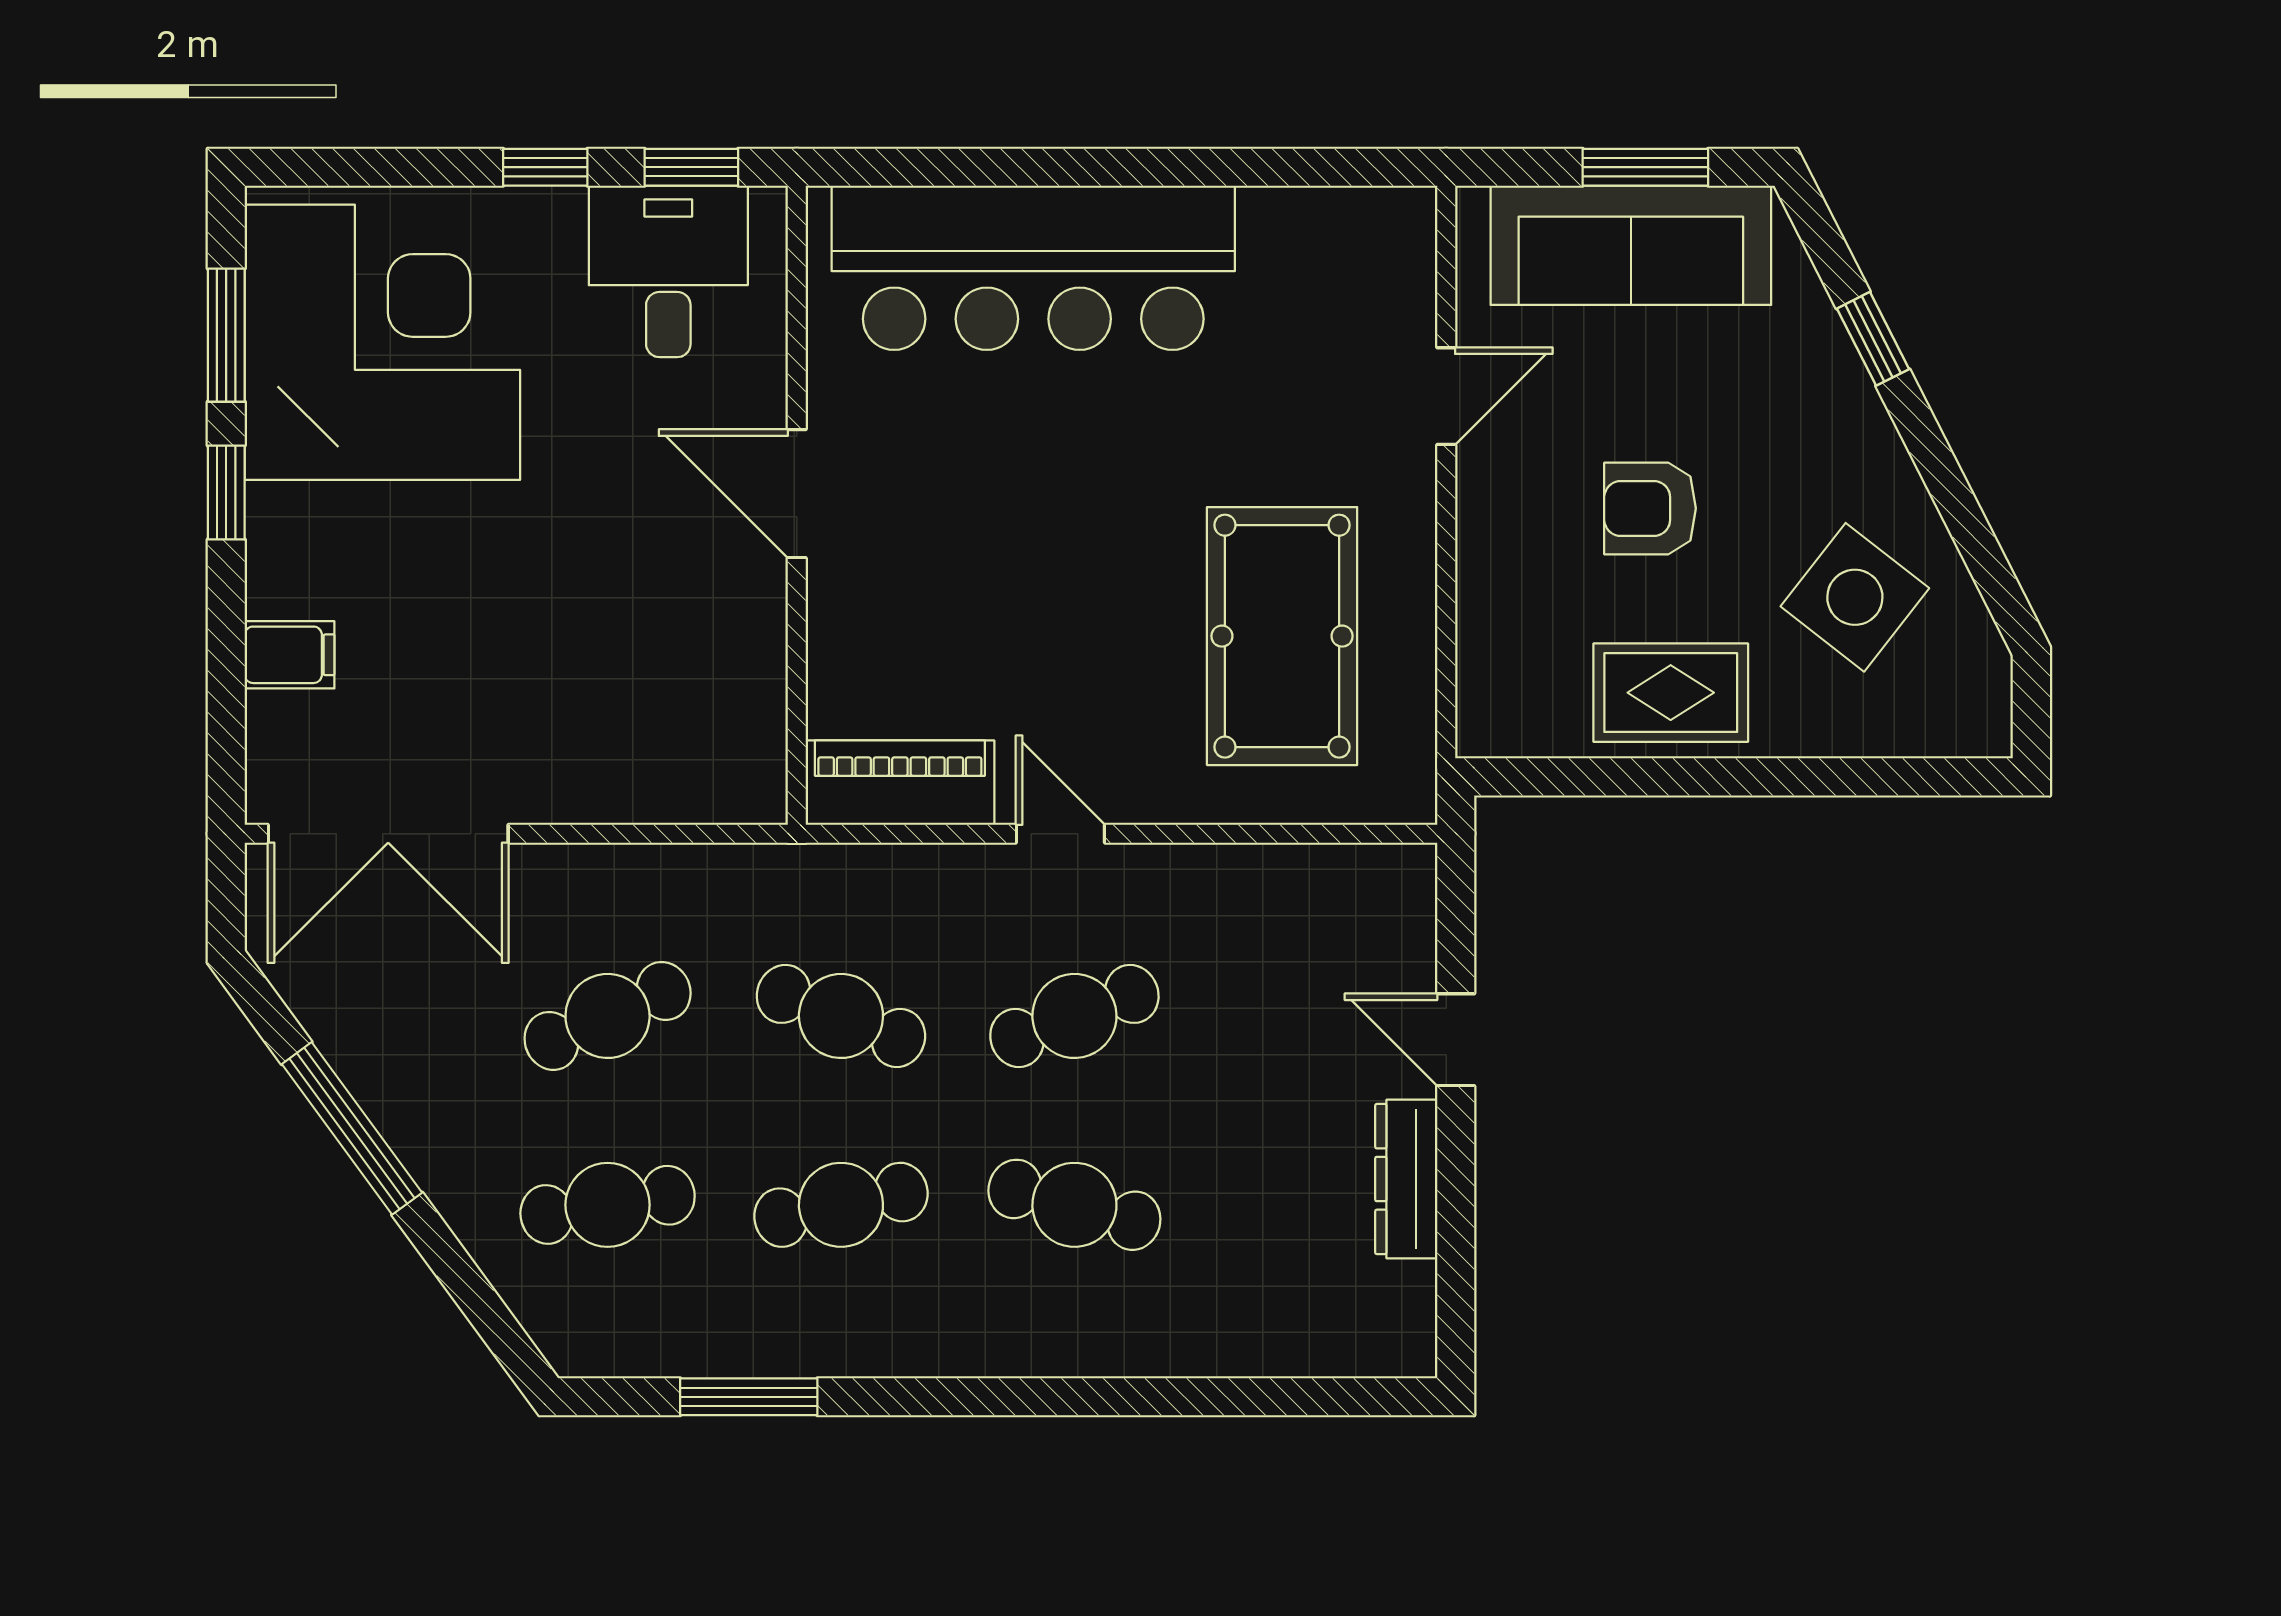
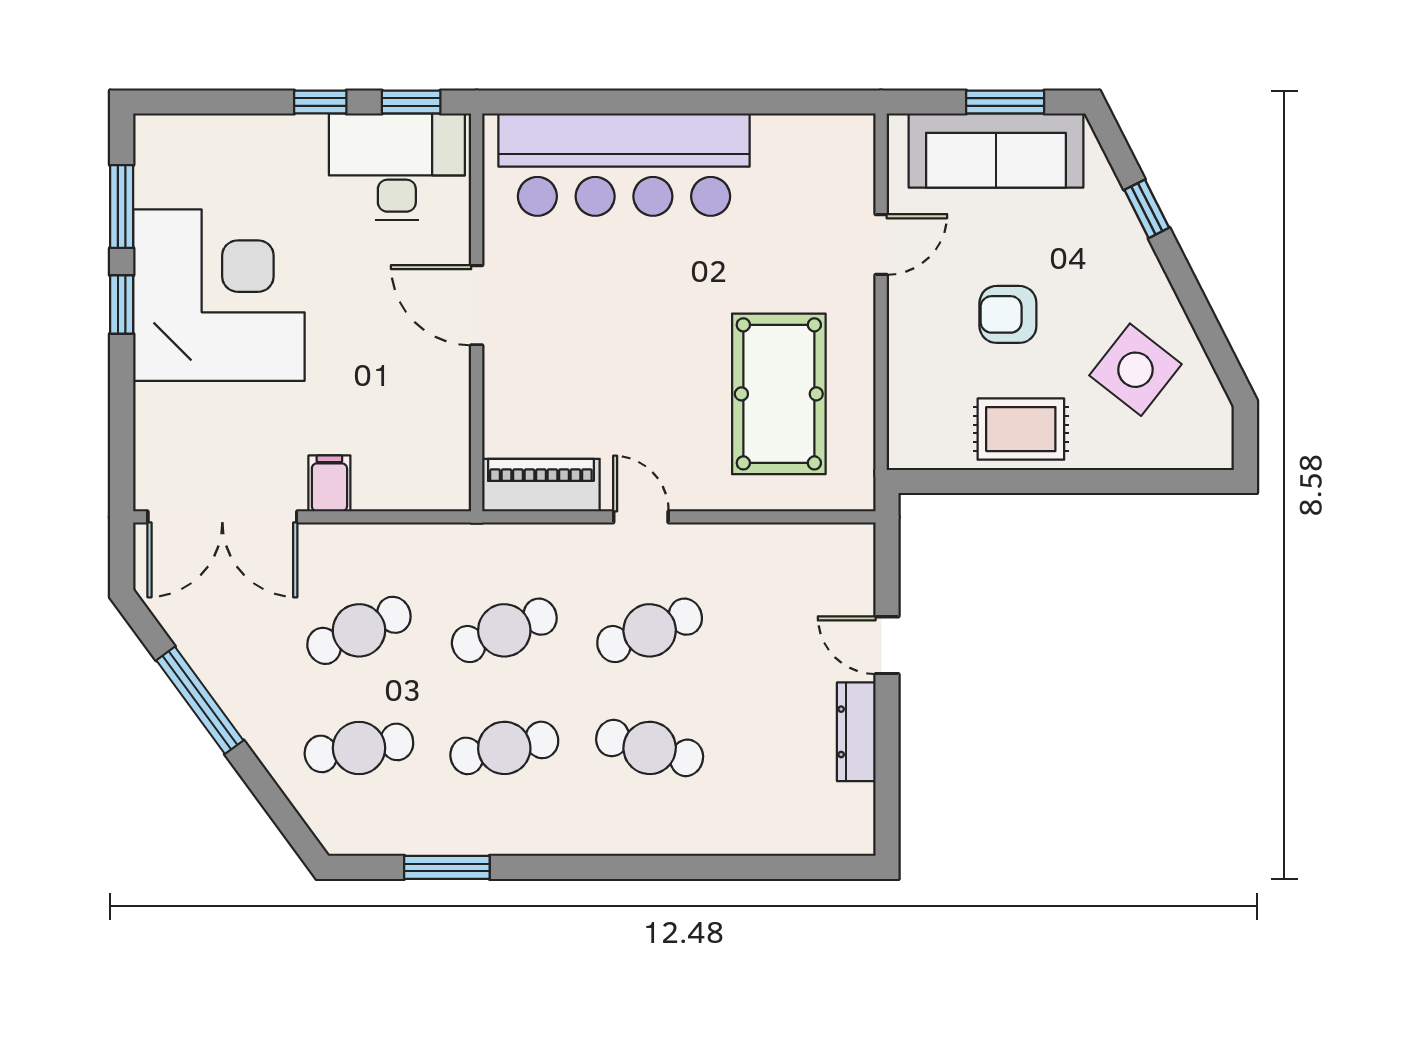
desk: (668, 271) -> (397, 167), width x1.37
corner desk: (382, 342) -> (219, 295), moved
filing cabinet: (290, 655) -> (329, 483), moved, turned -90
cafe table: (841, 1016) -> (504, 630), turned -42

